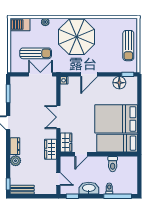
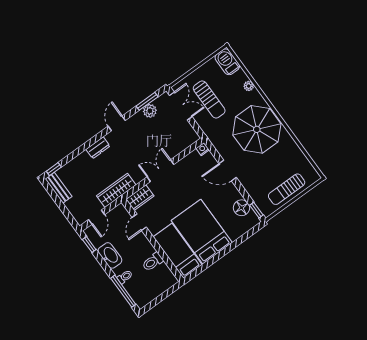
double door: (40, 74) -> (181, 106), moved
wardrobe: (51, 149) -> (116, 190), width x1.50
door: (81, 154) -> (139, 222), hinge flipped
plant: (16, 161) -> (150, 111), moved

